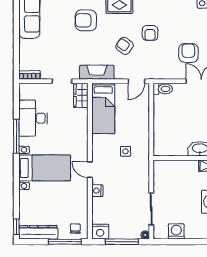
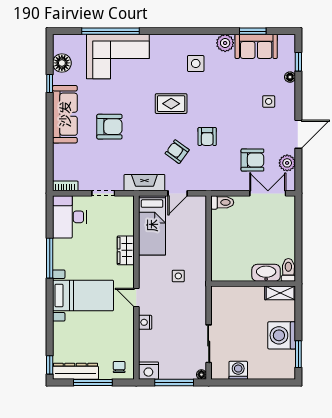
armchair: (86, 20) -> (109, 127), moved, turned 180
armchair: (188, 53) -> (252, 160), turned 90
door: (136, 81) -> (178, 193), moved
wardrobe: (81, 95) -> (126, 250), moved
desk: (33, 118) -> (69, 217), moved
window: (65, 242) -> (93, 383), moved

